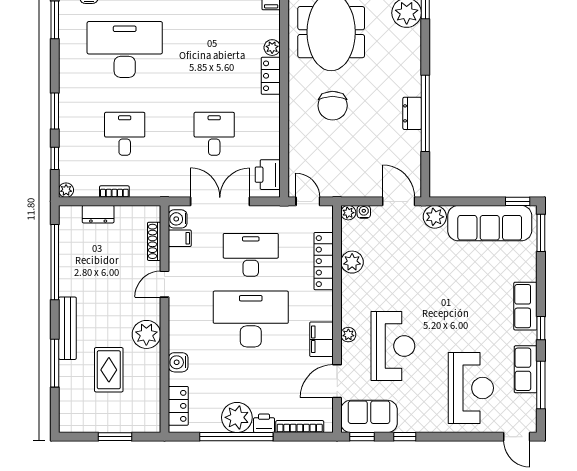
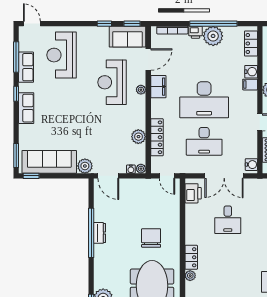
filing cabinet: (180, 238) -> (250, 85), moved

